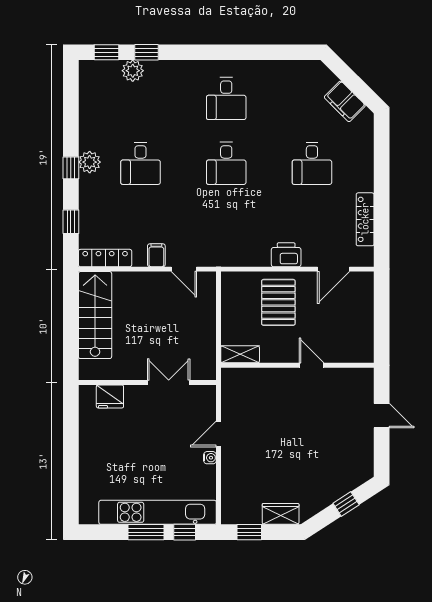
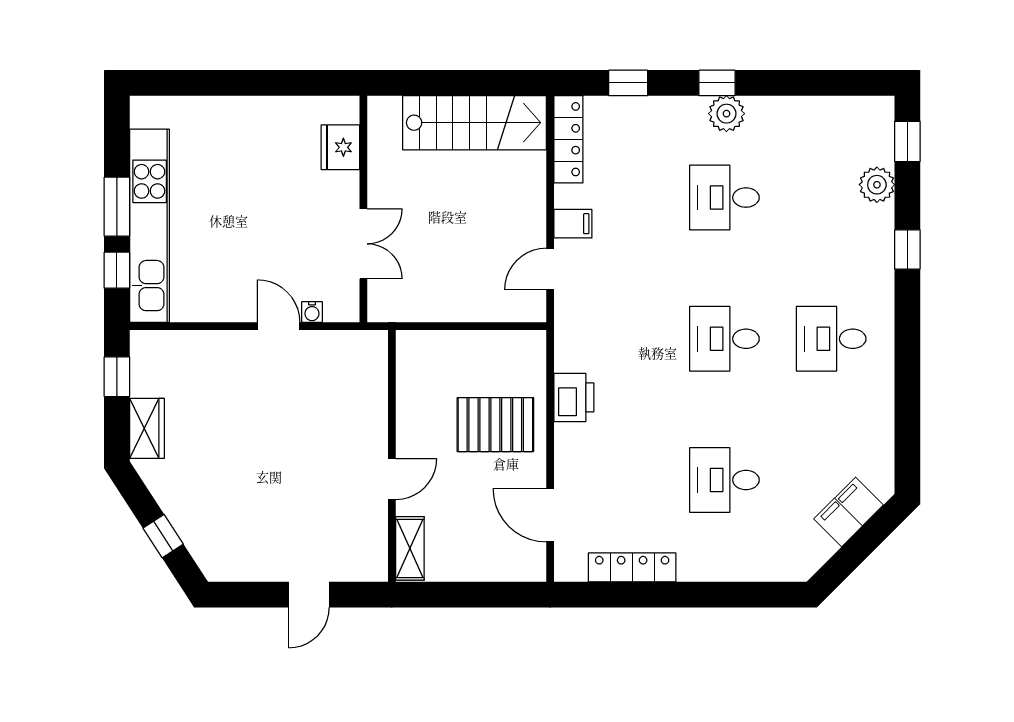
window: (147, 52) -> (907, 249), moved
filing cabinet: (345, 101) -> (849, 512), moved
printer: (286, 255) -> (574, 397), moved
shelving: (240, 354) -> (410, 548), moved
water cooler: (210, 458) -> (312, 312), moved

